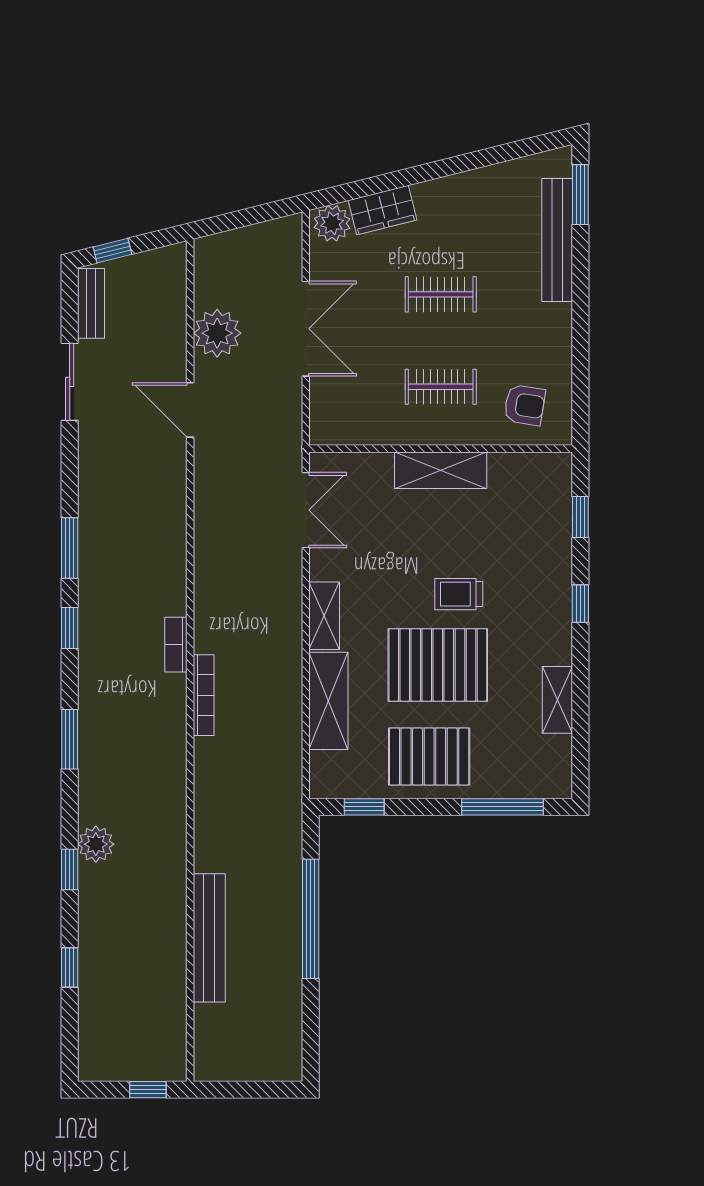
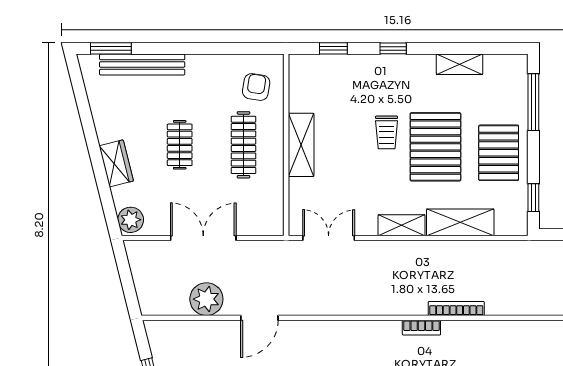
wardrobe: (382, 210) -> (116, 163), moved
clothes rail: (441, 387) -> (244, 145), width x1.36

